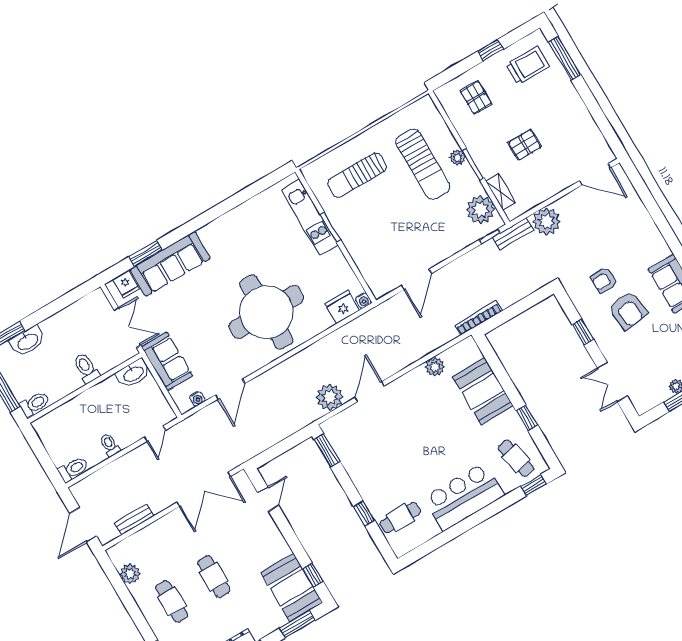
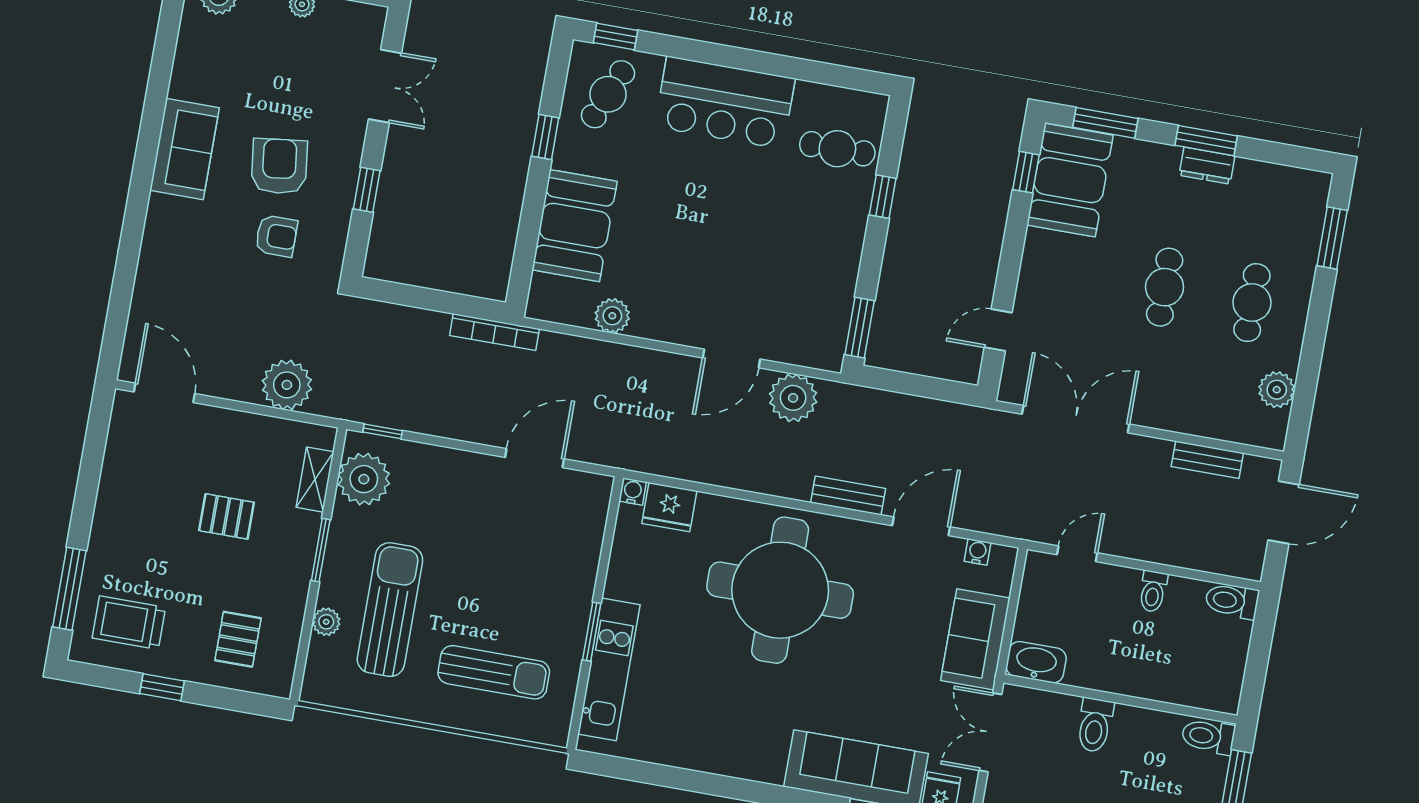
plant: (458, 158) -> (326, 622), moved
bench: (513, 234) -> (848, 496), moved
cafe table: (516, 458) -> (608, 94), turned 35

